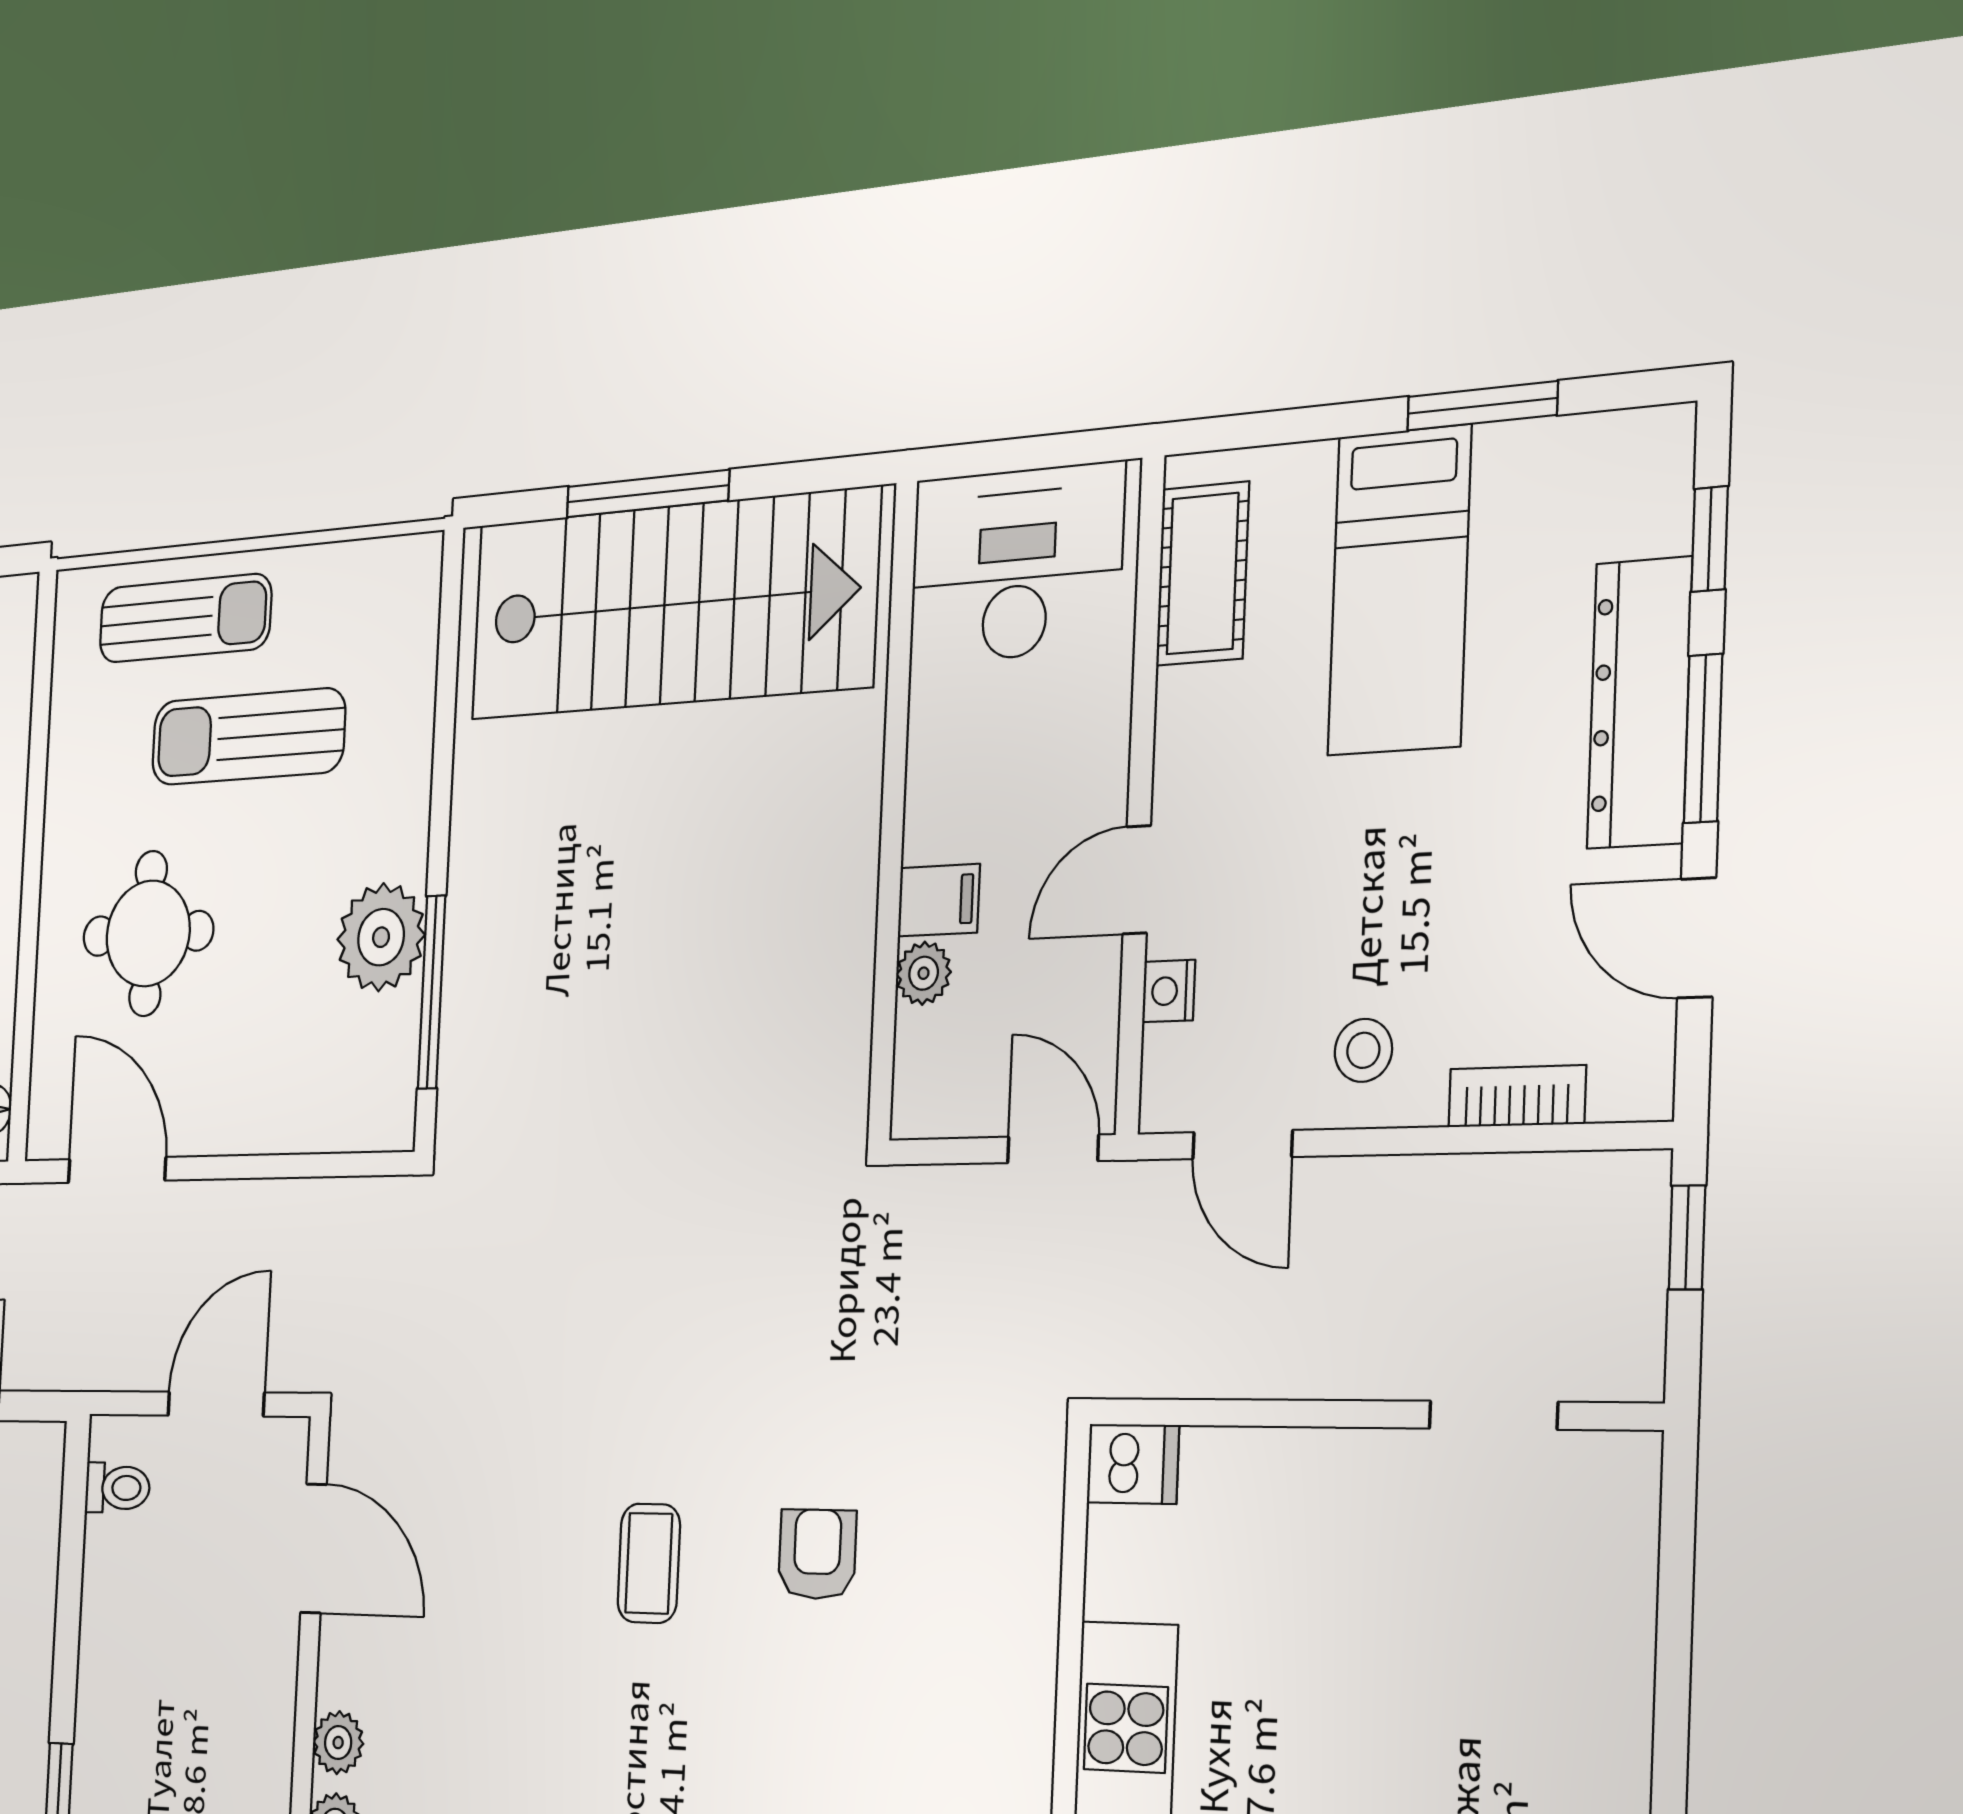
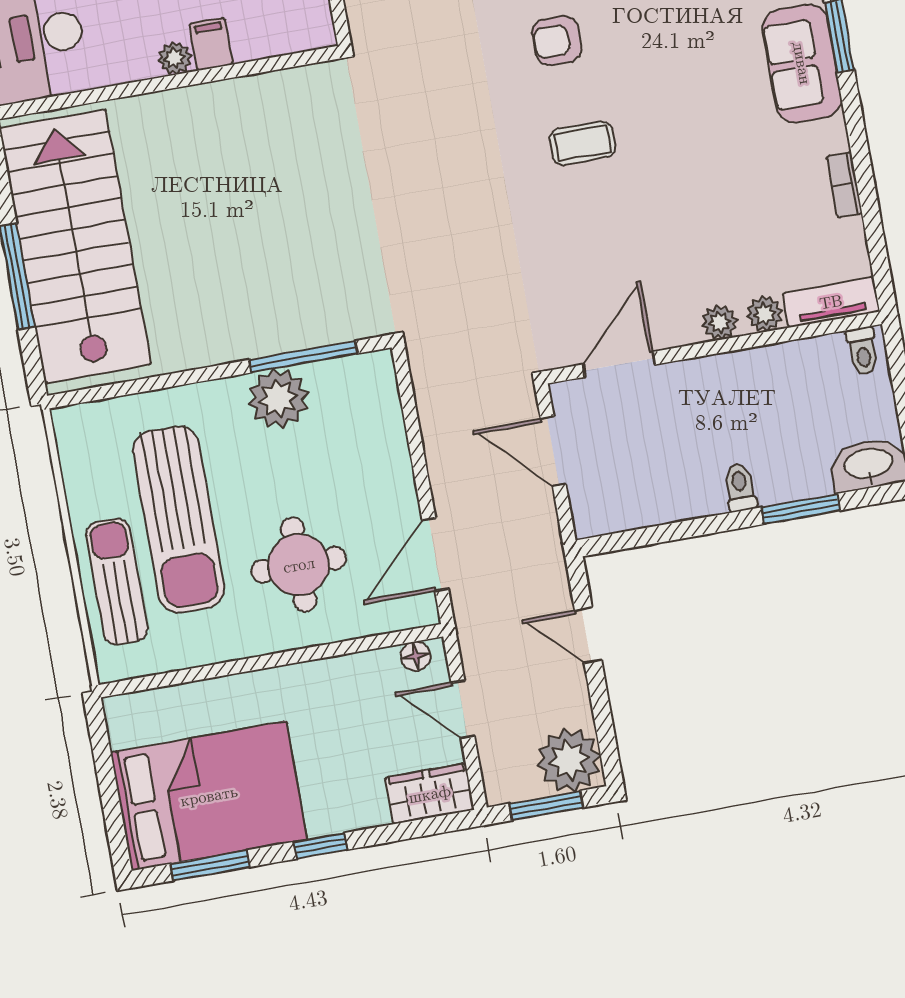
sun lounger: (248, 737) -> (179, 519), width x1.36, depth x1.34
plant: (924, 973) -> (175, 58), moved
toilet: (117, 1488) -> (740, 487), moved

